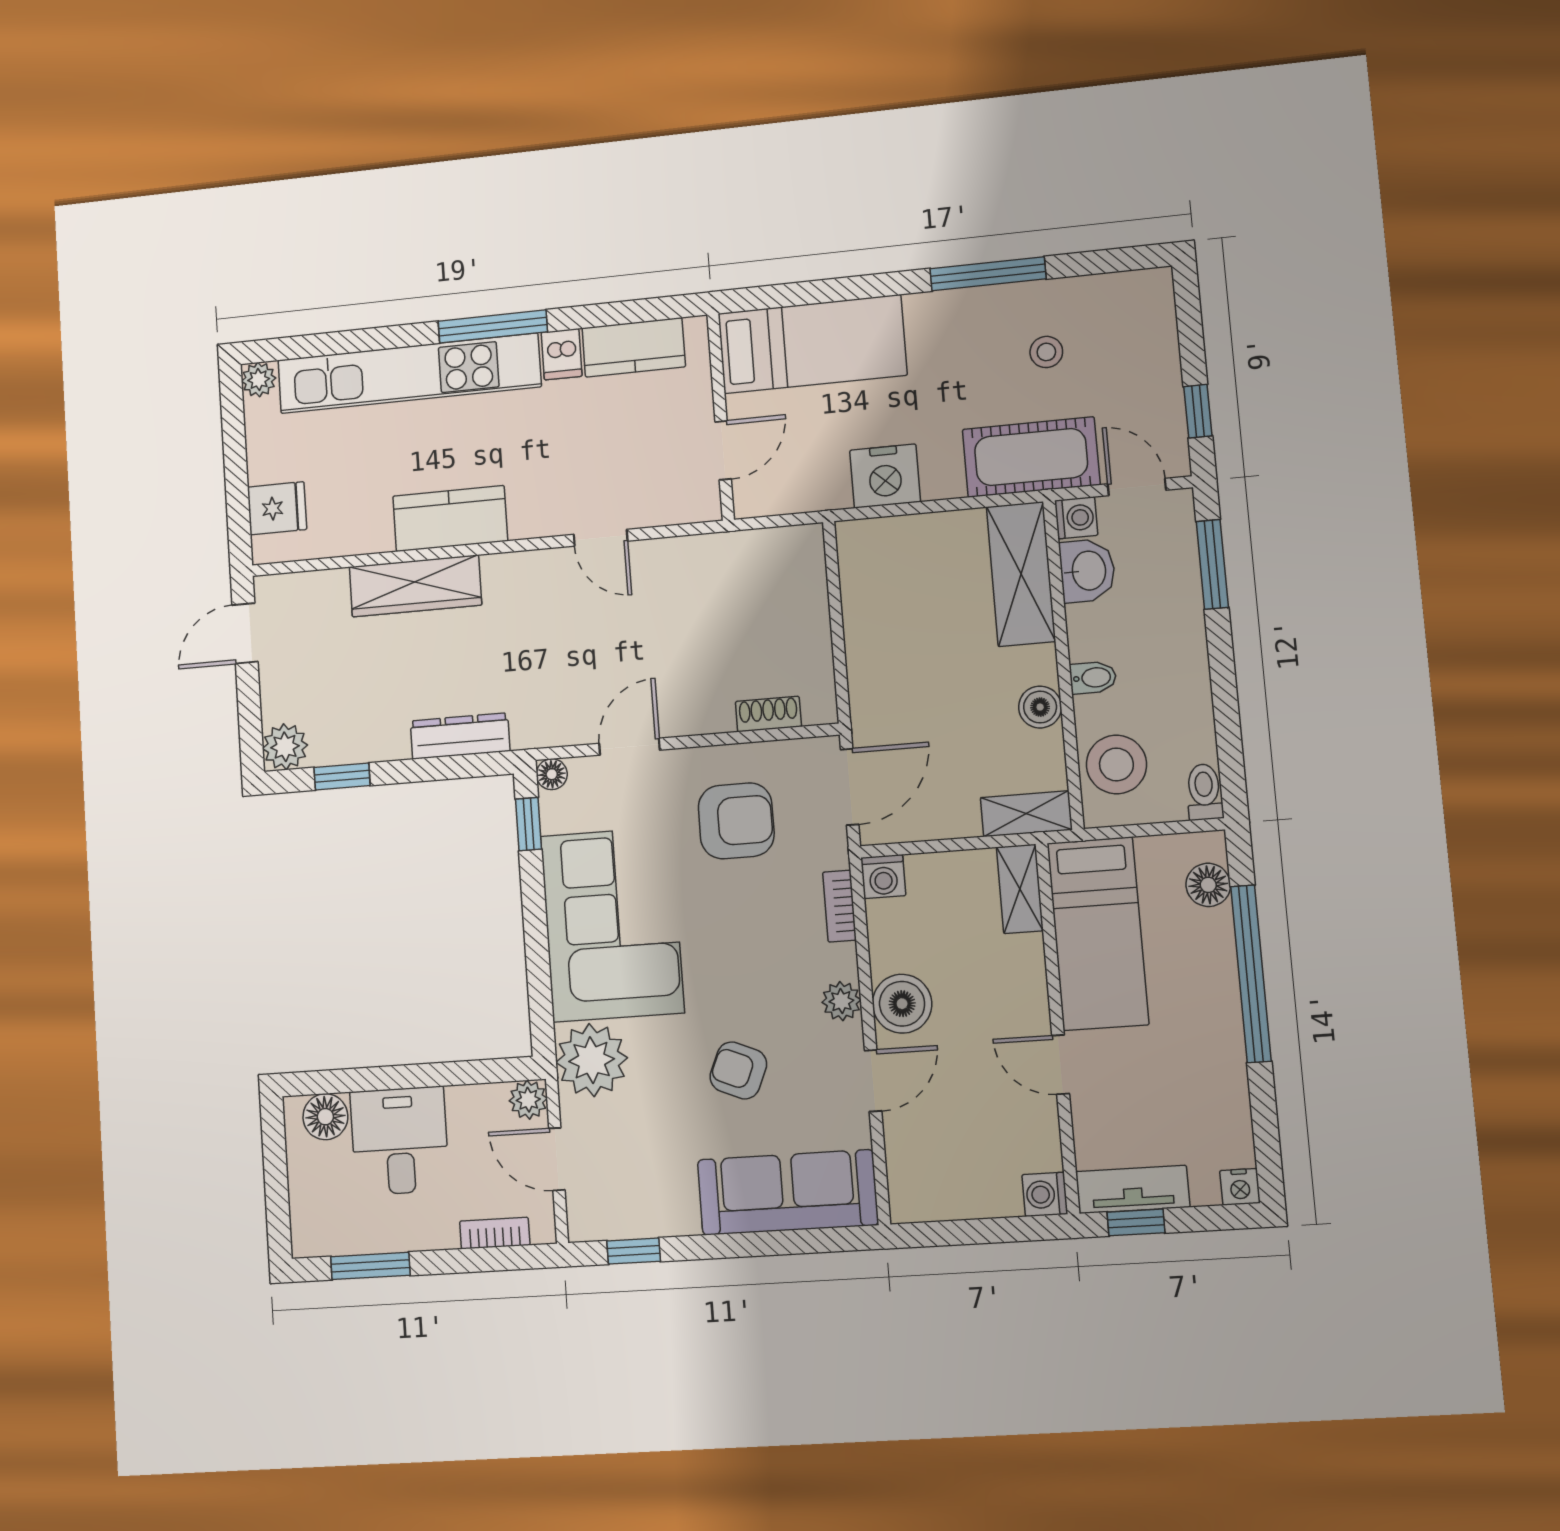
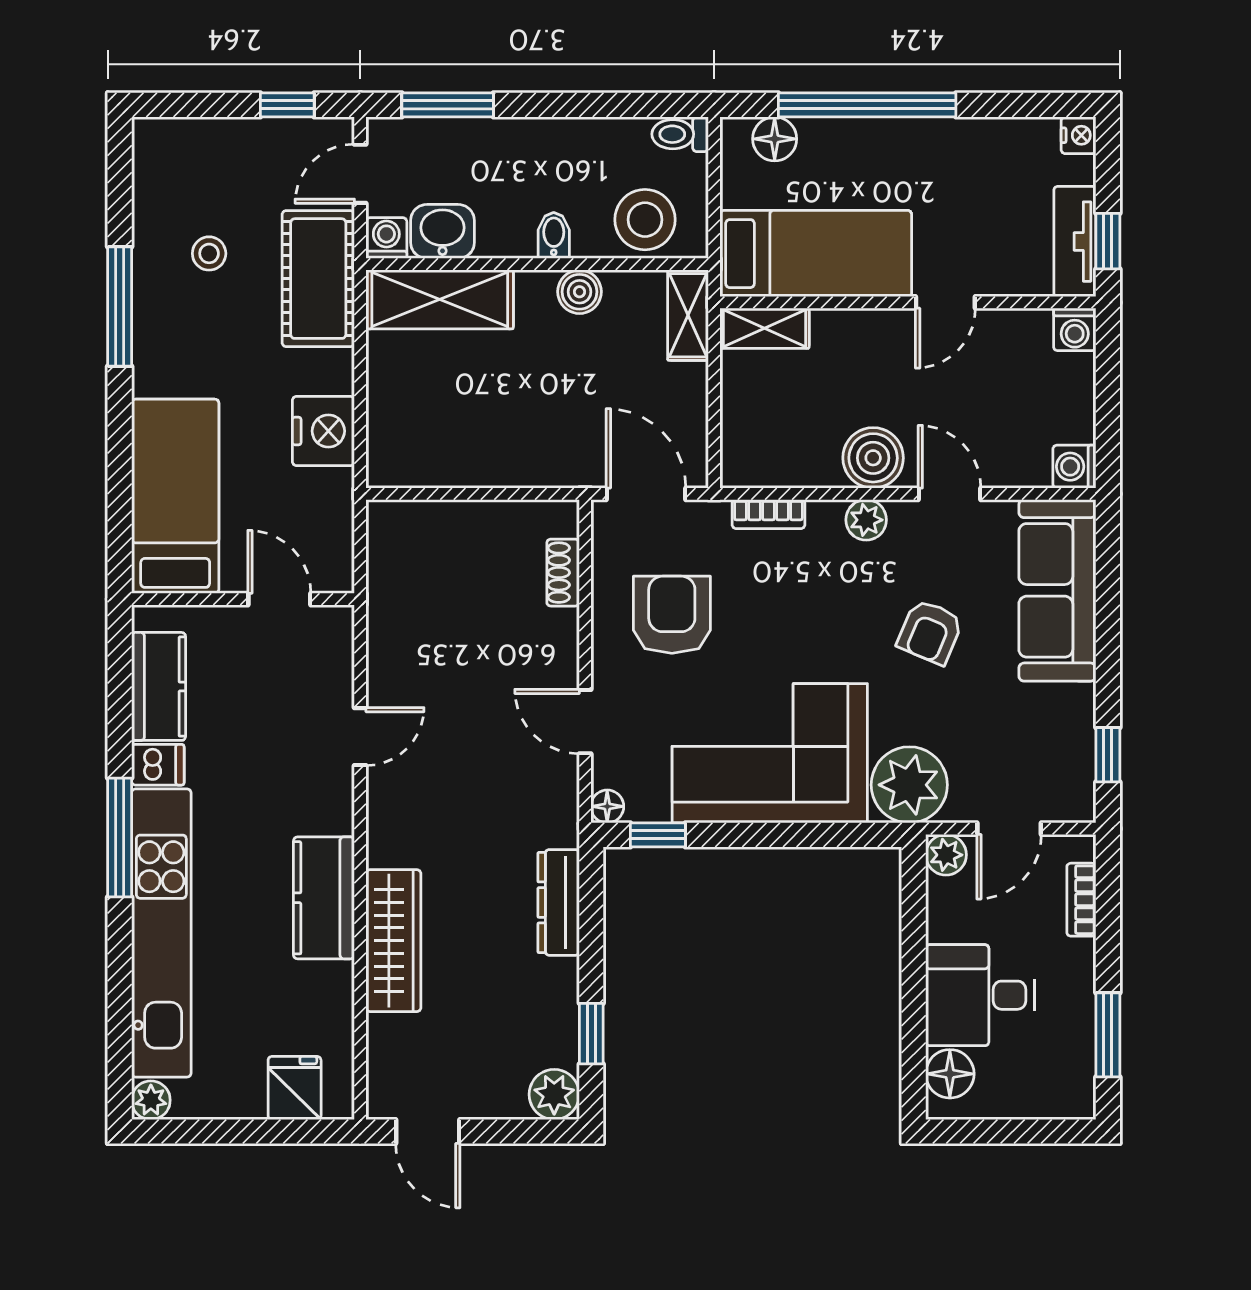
washing machine: (883, 877) -> (1074, 467), moved, turned 180

